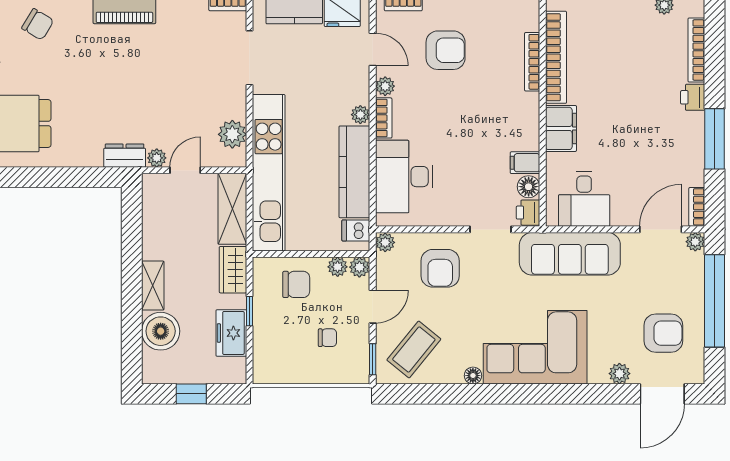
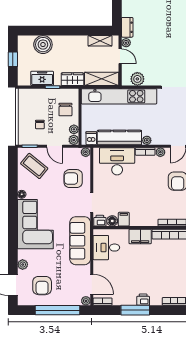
printer: (693, 97) -> (143, 300), moved
shelving: (153, 286) -> (100, 41), moved

